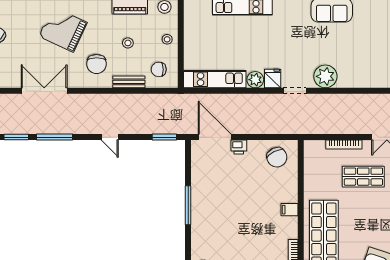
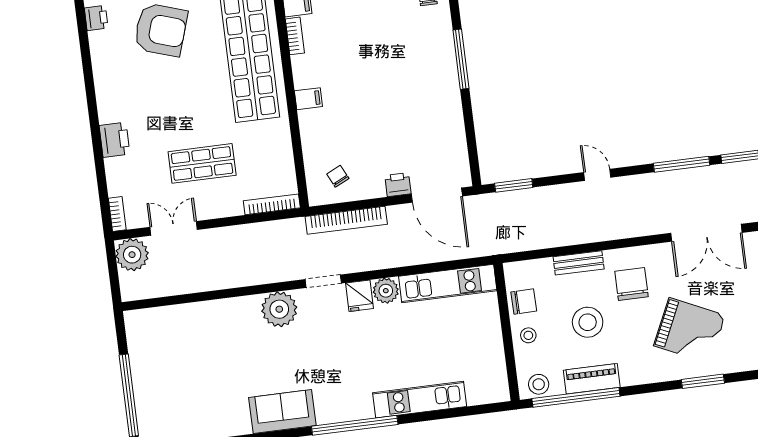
stool: (128, 43) -> (588, 322), width x1.89, depth x1.89
chair: (159, 69) -> (524, 301), moved
bookcase: (275, 128) -> (346, 220), added
bookcase: (344, 145) -> (272, 204), moved
chair: (277, 157) -> (338, 176), width x0.54, depth x0.54
window: (188, 205) -> (461, 59), moved

